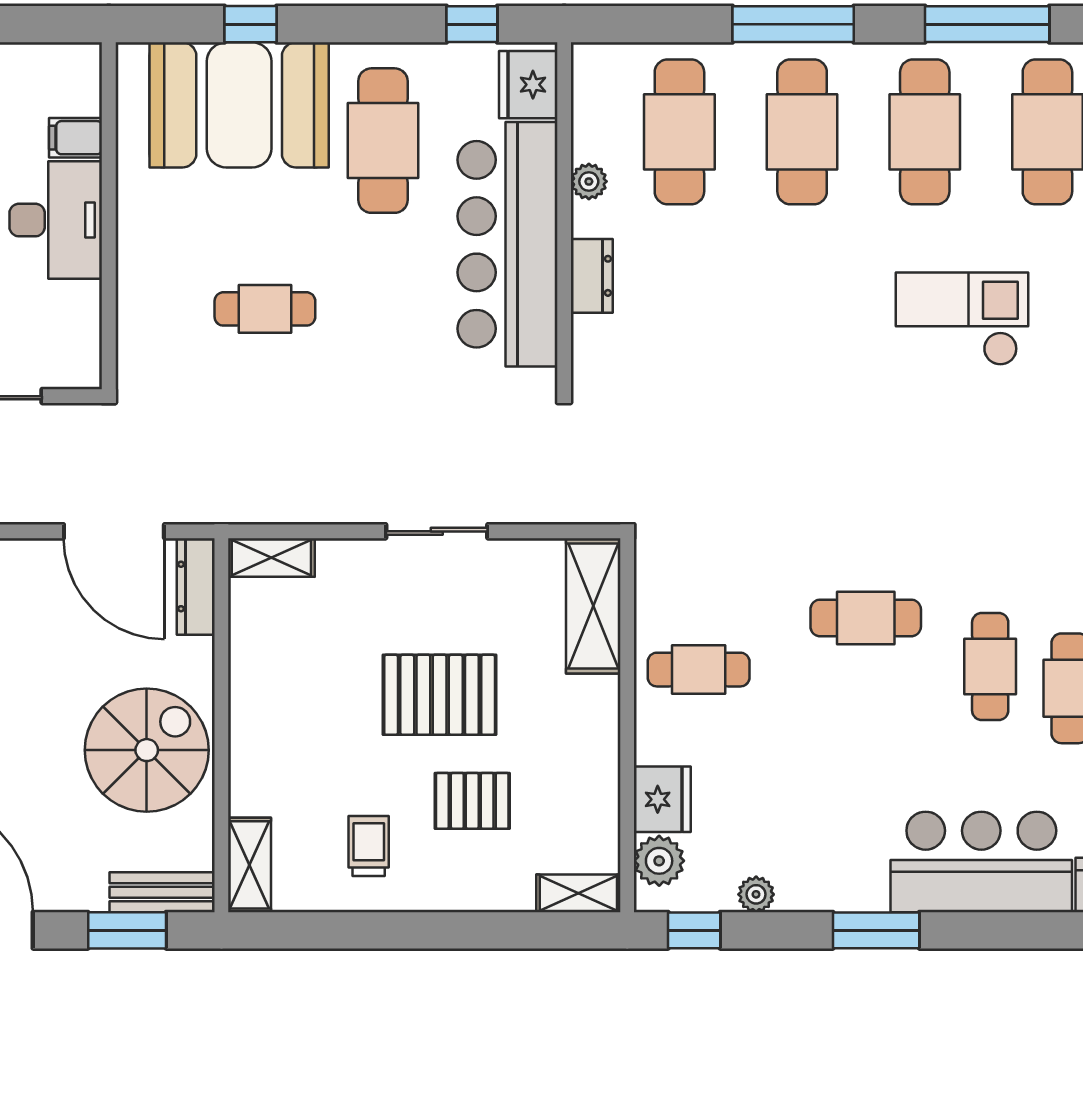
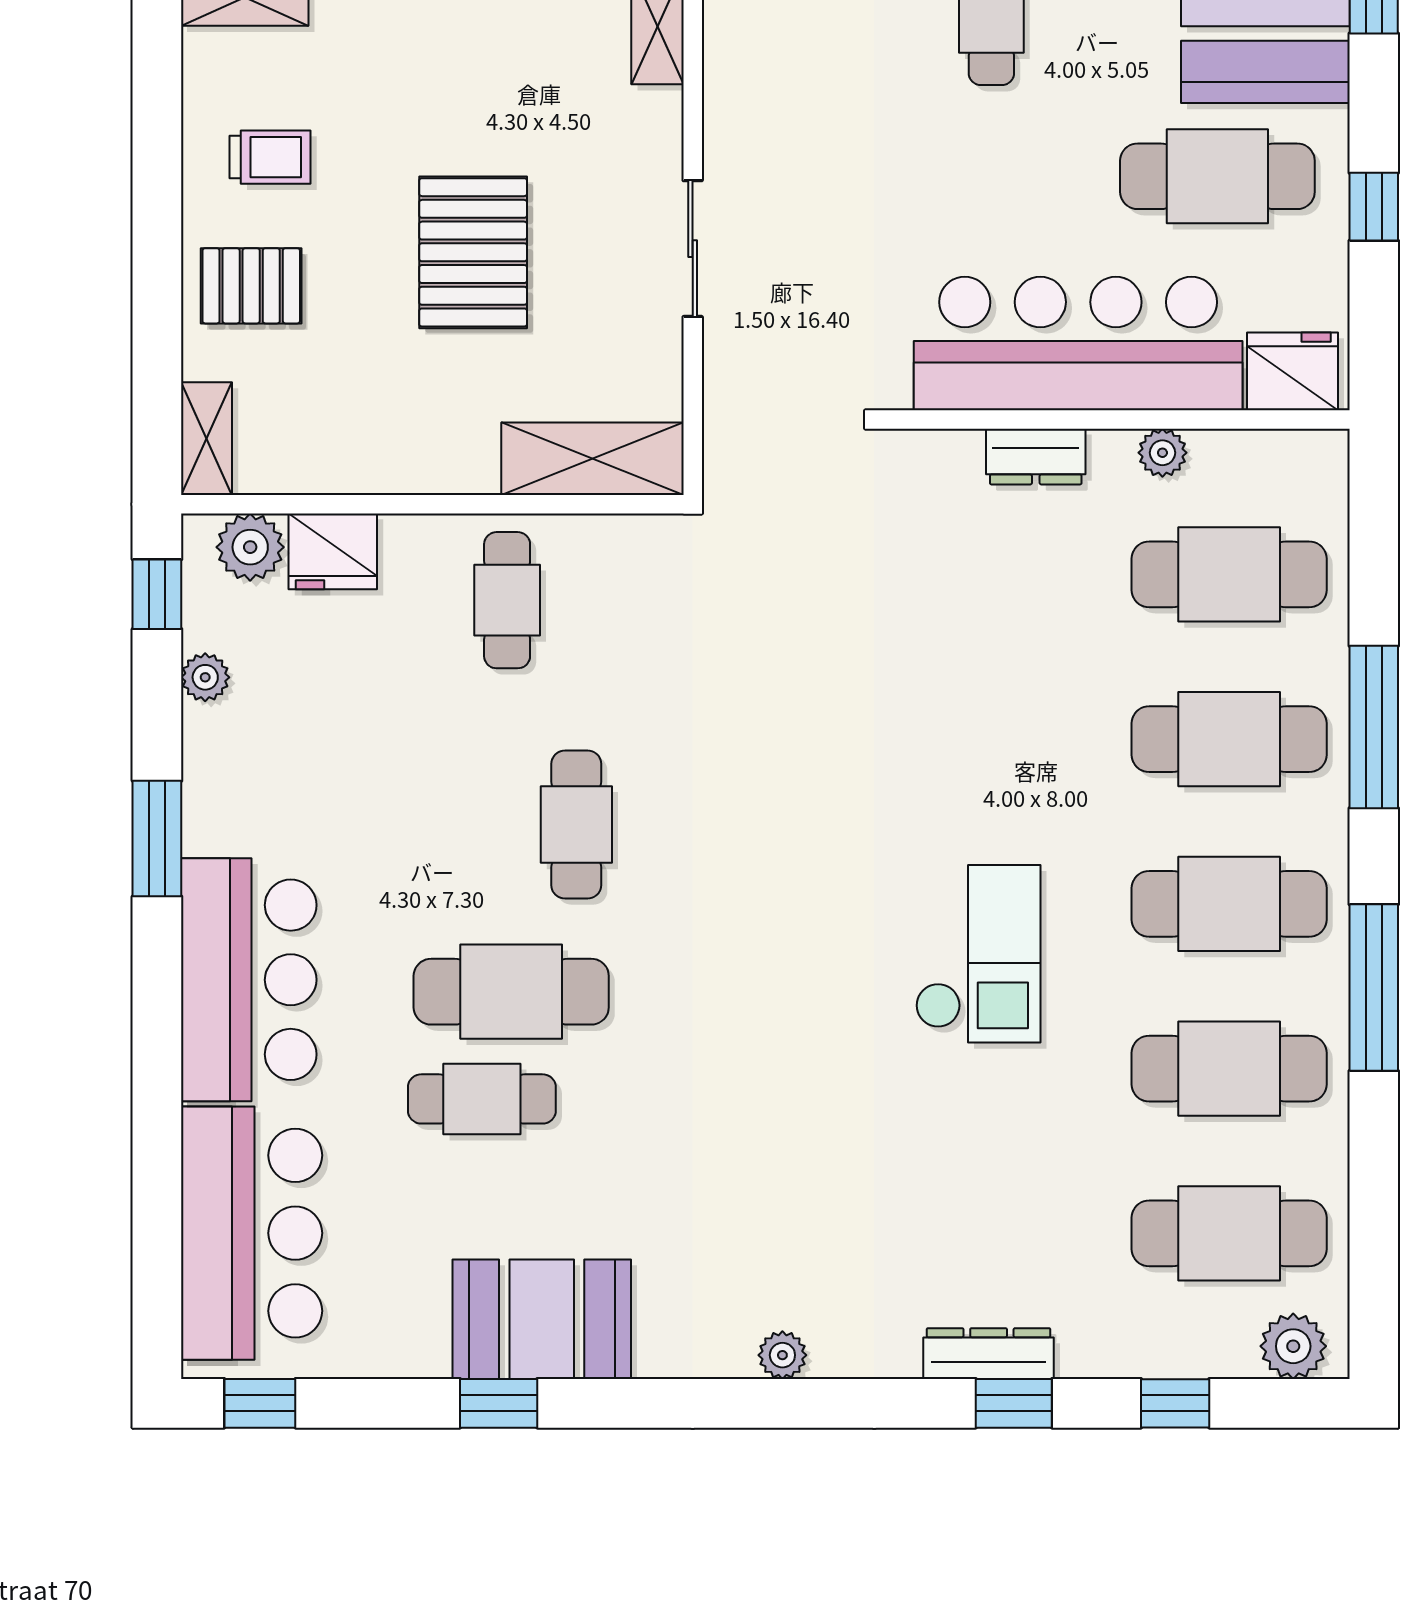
window: (472, 24) -> (1374, 207), moved
cafe table: (990, 666) -> (511, 992), width x1.37, depth x1.35
pallet: (472, 801) -> (251, 286), moved, turned 90

